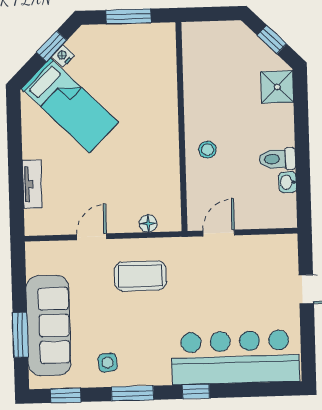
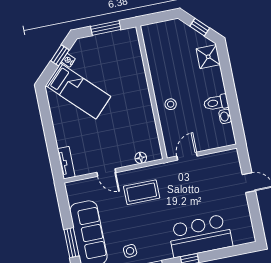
tv unit: (32, 184) -> (66, 163), moved
door: (92, 237) -> (106, 172), swing flipped
bar counter: (235, 357) -> (200, 236), width x0.73

